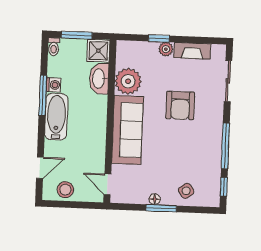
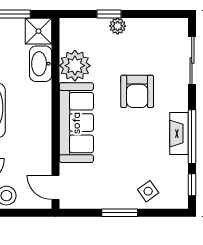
fireplace: (192, 51) -> (179, 134), moved, turned 90
floor lamp: (155, 199) -> (111, 202), removed

